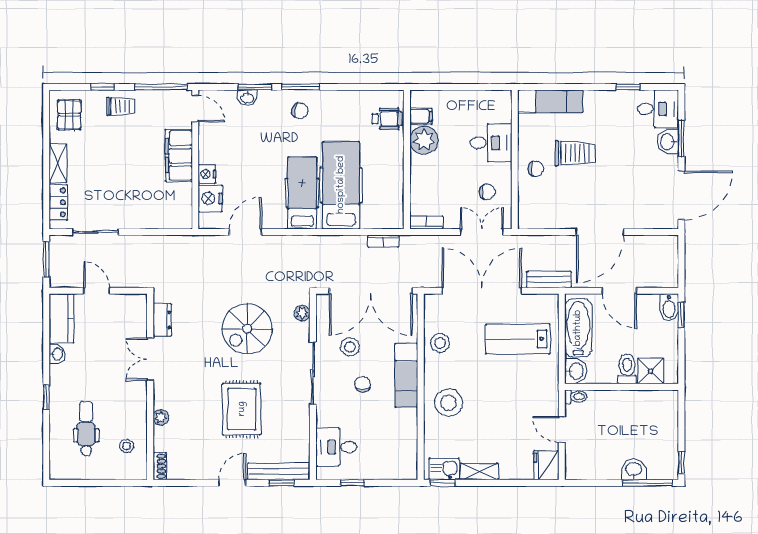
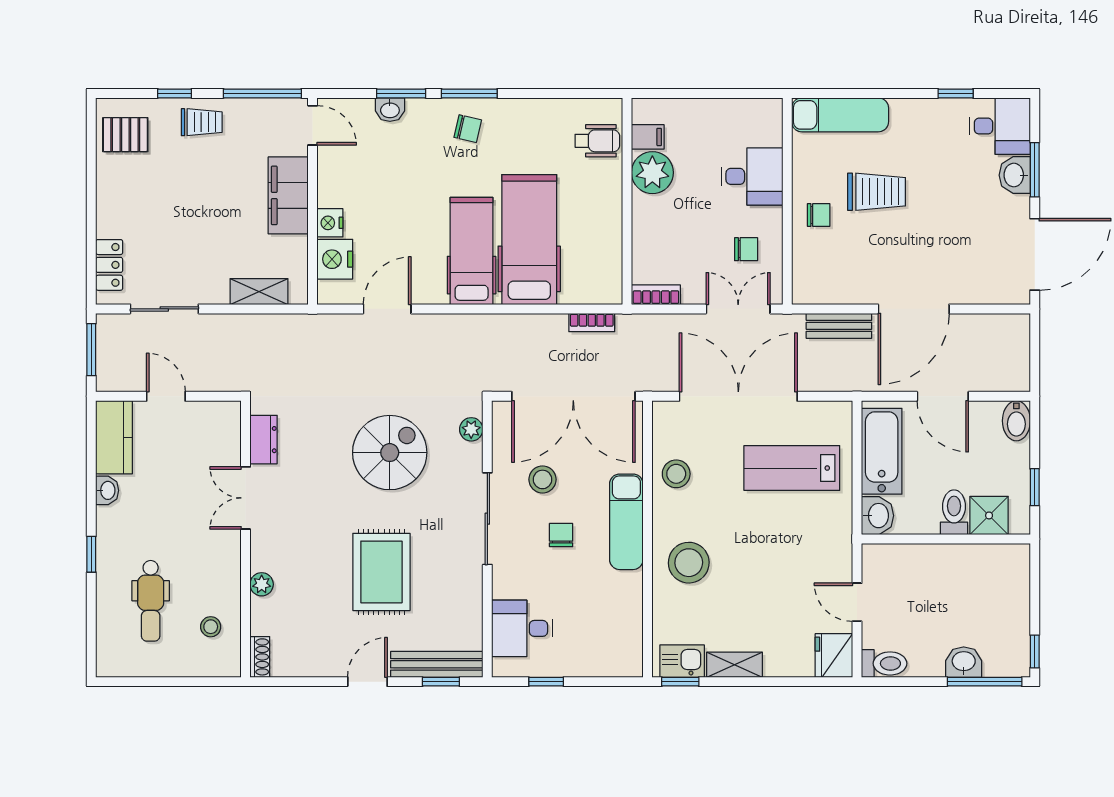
pallet: (69, 115) -> (125, 135), turned 90
shelving: (58, 163) -> (259, 292), moved, turned 90
bench: (549, 279) -> (839, 326), moved
window: (681, 315) -> (1035, 487), moved
spiral stairs: (247, 329) -> (390, 453), turned 180
toilet: (576, 397) -> (884, 663), moved, width x1.37, depth x1.39
dental chair: (86, 428) -> (151, 601), turned 180

